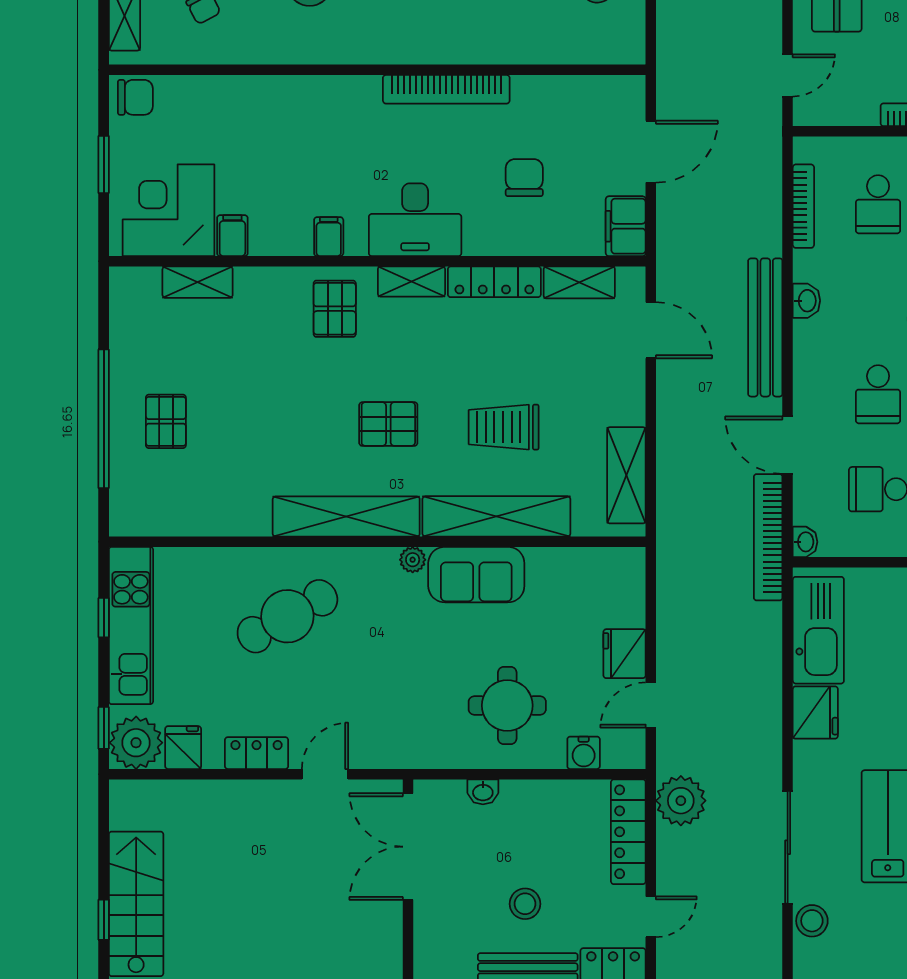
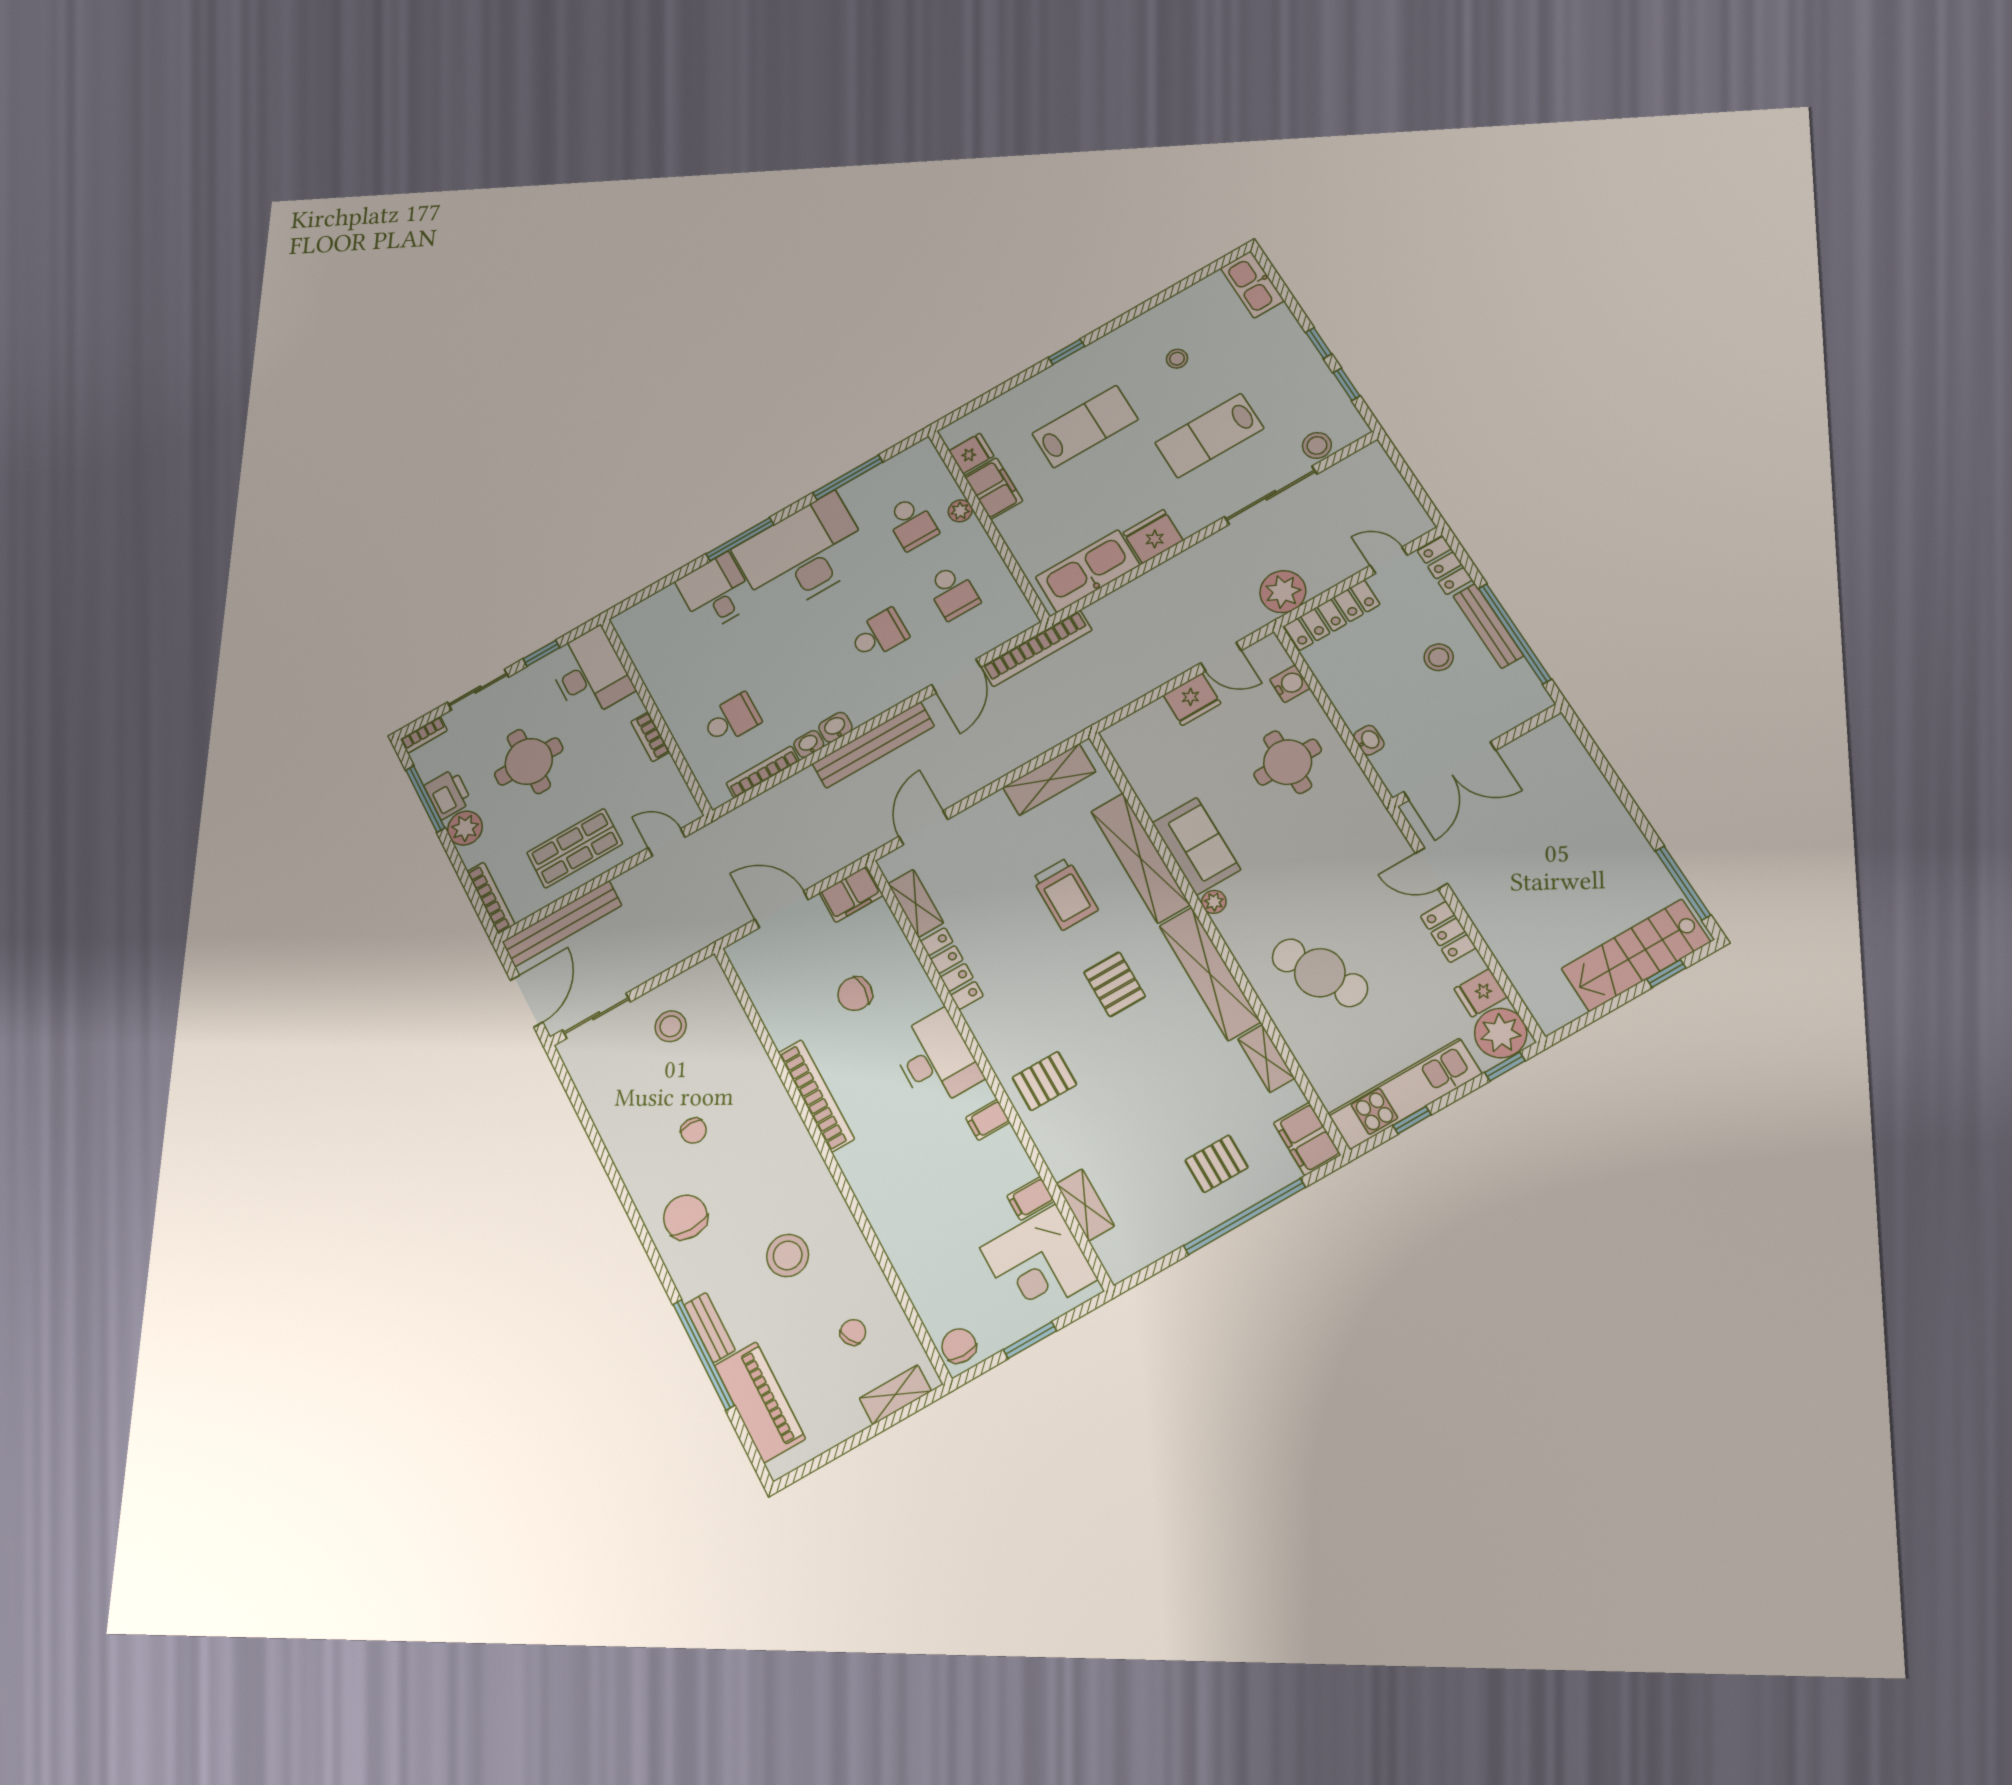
shelving: (411, 282) -> (1266, 1059), moved
filing cabinet: (141, 515) -> (1307, 1139), added
washbasin: (805, 542) -> (809, 744), moved

